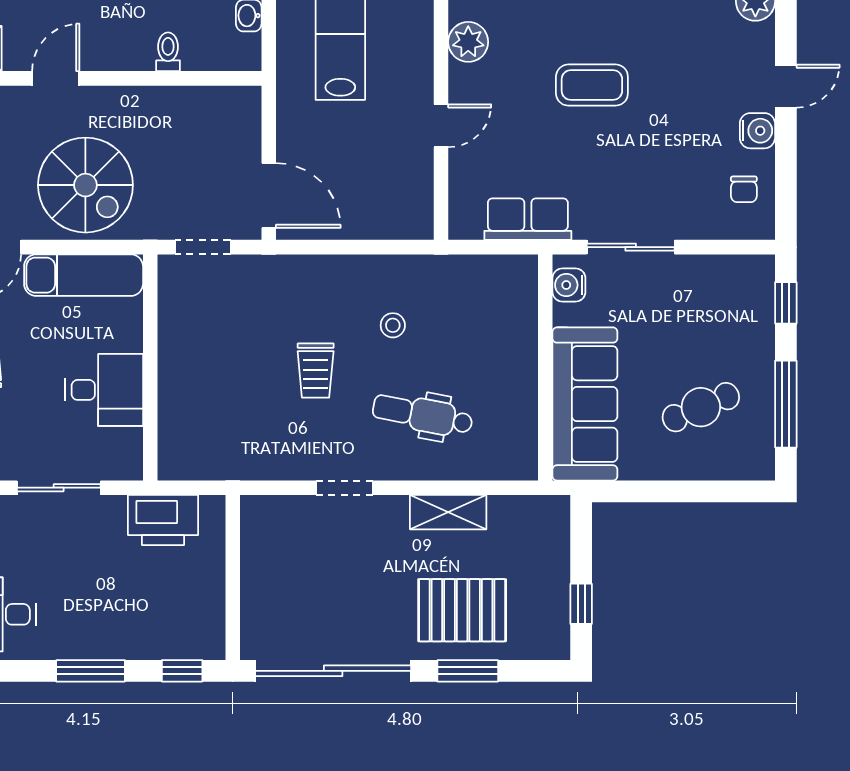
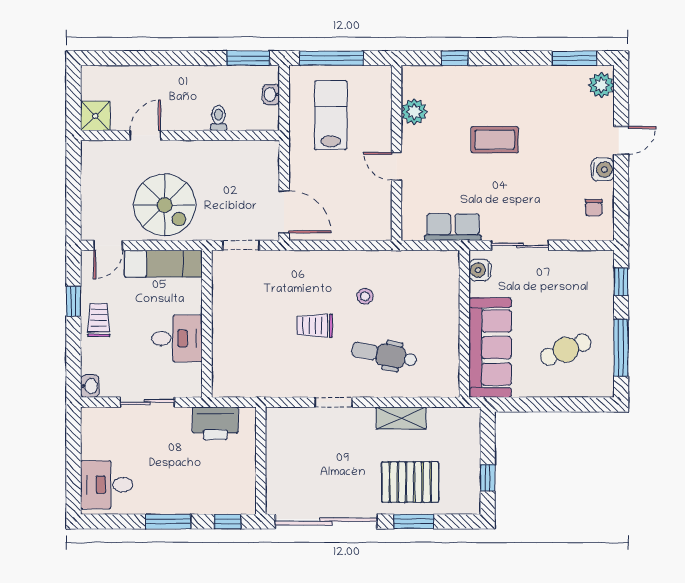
door: (441, 126) -> (396, 166), swing flipped
trolley: (316, 371) -> (315, 326), turned 90

